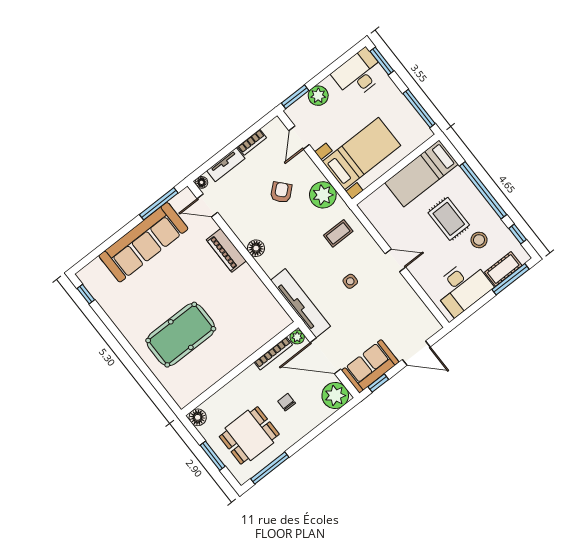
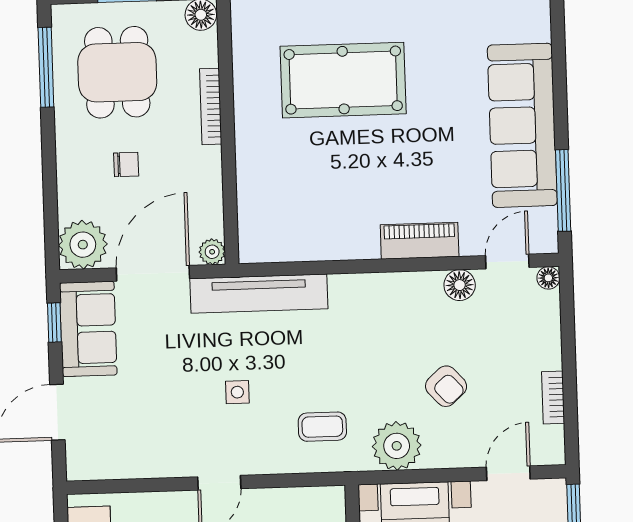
door: (299, 138) -> (508, 473), hinge flipped
tv unit: (226, 165) -> (548, 334), removed
coffee table: (338, 233) -> (322, 427), turned 90
floor lamp: (256, 248) -> (460, 285), moved
pool table: (181, 335) -> (343, 80), turned 90
bookcase: (273, 353) -> (211, 106), moved

